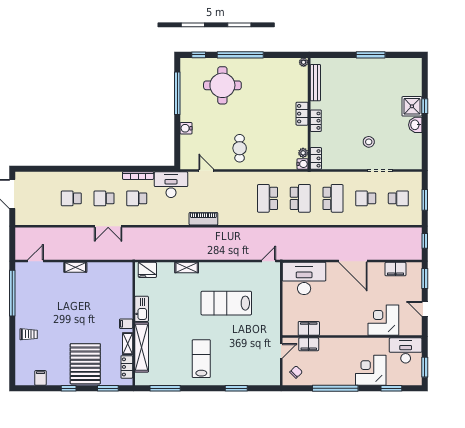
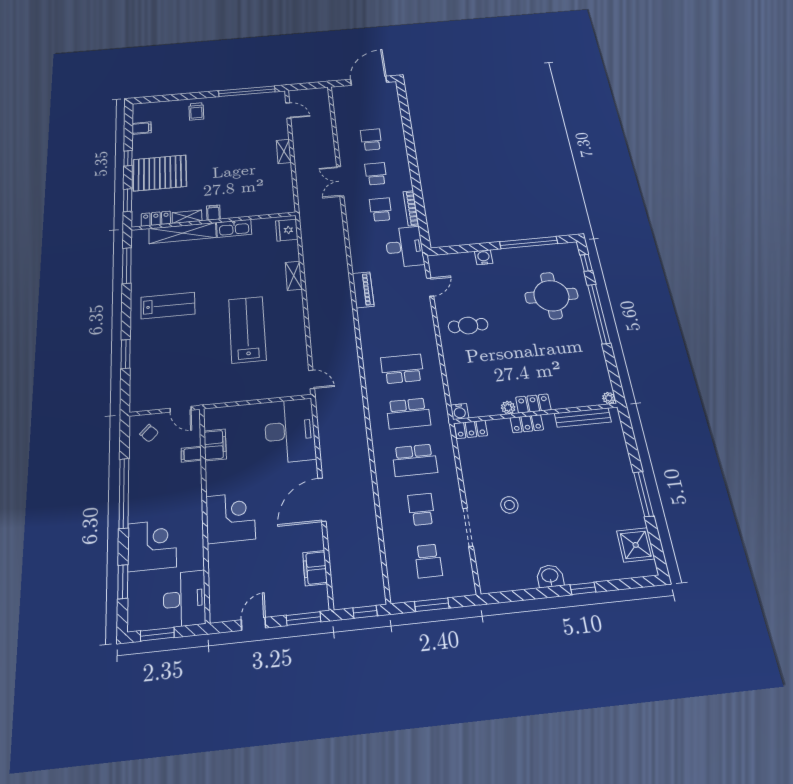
shower: (412, 106) -> (636, 545), moved
plant: (303, 153) -> (508, 408), moved
corner desk: (383, 320) -> (231, 518), moved
filing cabinet: (309, 344) -> (191, 454), width x0.50

